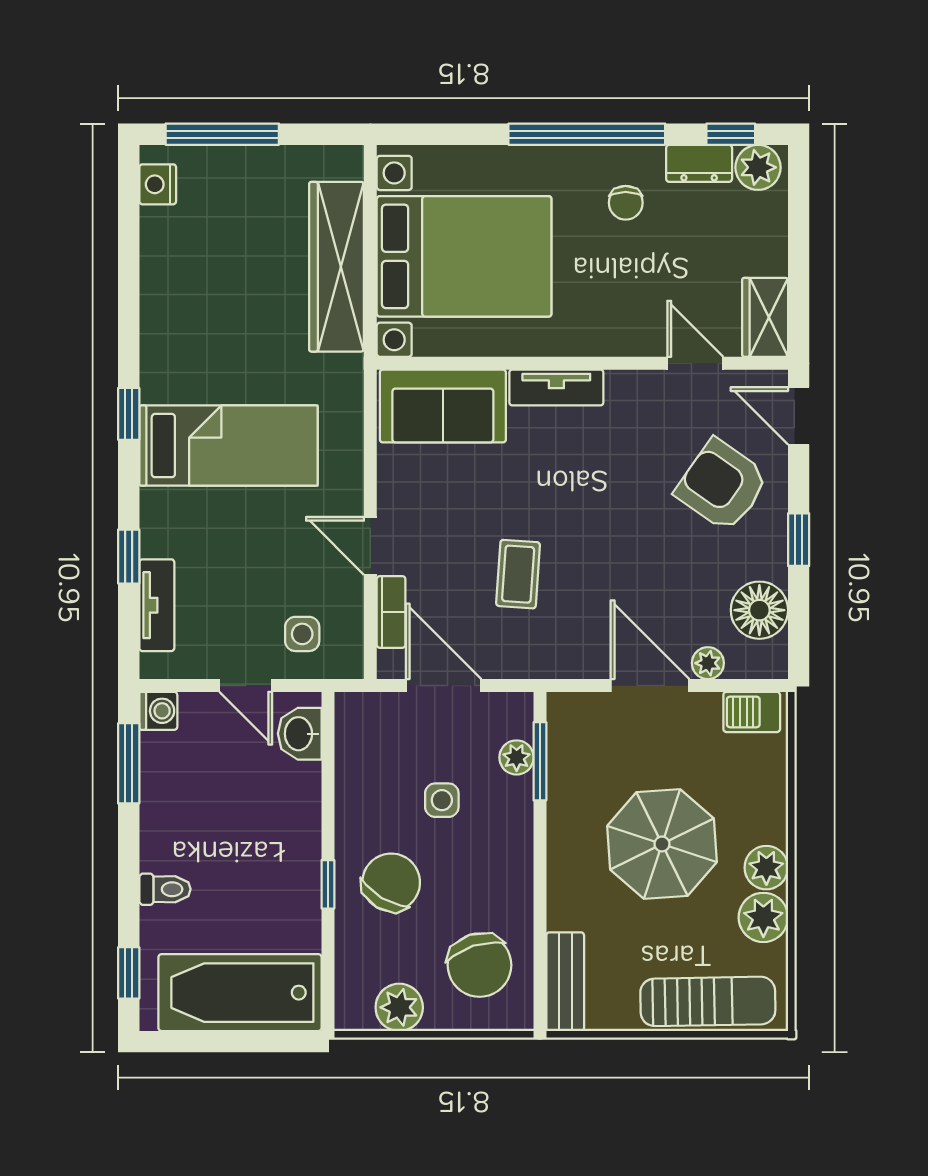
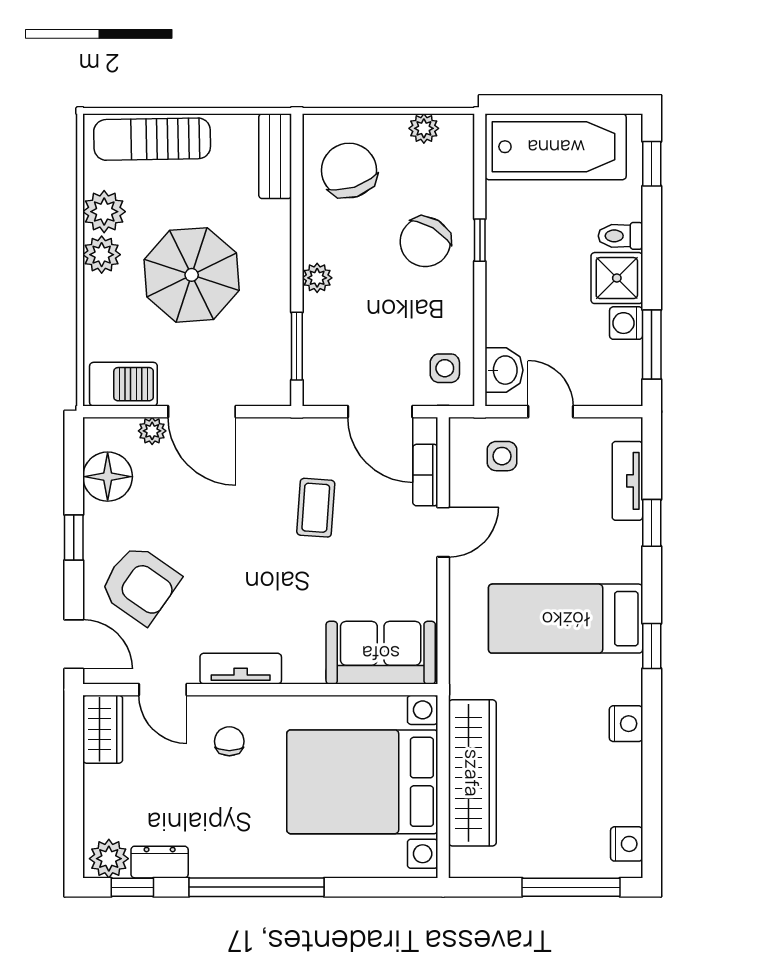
chair: (626, 203) -> (229, 741), moved
nightstand: (158, 324) -> (626, 724), added
tv unit: (556, 388) -> (241, 669), moved
door: (370, 546) -> (443, 532), hinge flipped
washing machine: (158, 711) -> (626, 323), moved
barbecue: (752, 712) -> (123, 384), width x1.38, depth x1.27
plant: (517, 757) -> (317, 278), moved
side table: (442, 800) -> (445, 368), moved
shower: (169, 840) -> (617, 278), added
plant: (399, 1007) -> (424, 128), width x0.73, depth x0.73

